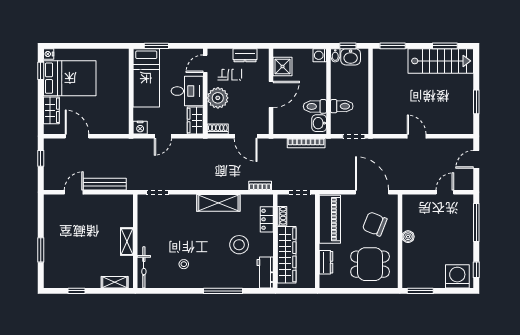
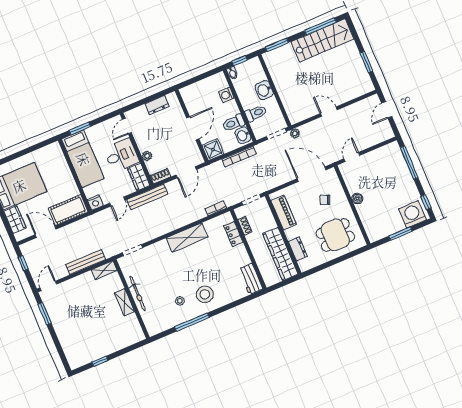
window: (445, 46) -> (320, 26), width x1.44
washing machine: (320, 55) -> (226, 95), moved
washbasin: (351, 57) -> (264, 90), moved, turned 90
shower: (283, 67) -> (213, 150), moved
plant: (218, 98) -> (147, 156), width x0.53, depth x0.53
cot: (109, 124) -> (68, 210), added
door: (246, 136) -> (186, 172), hinge flipped
bench: (195, 144) -> (147, 197), added
plant: (373, 144) -> (295, 133), added
door: (74, 192) -> (48, 286), moved
door: (445, 192) -> (352, 157), moved
piano: (330, 219) -> (284, 213), width x0.73, depth x0.75
chair: (375, 224) -> (325, 200), width x0.54, depth x0.54
stool: (239, 245) -> (205, 294), moved
window: (41, 250) -> (45, 314), moved
wardrobe: (287, 255) -> (280, 254), moved, turned 180
bicycle: (144, 267) -> (138, 294), moved
shelving: (115, 282) -> (104, 270), moved
window: (223, 291) -> (192, 322), moved
window: (420, 291) -> (400, 234), moved

